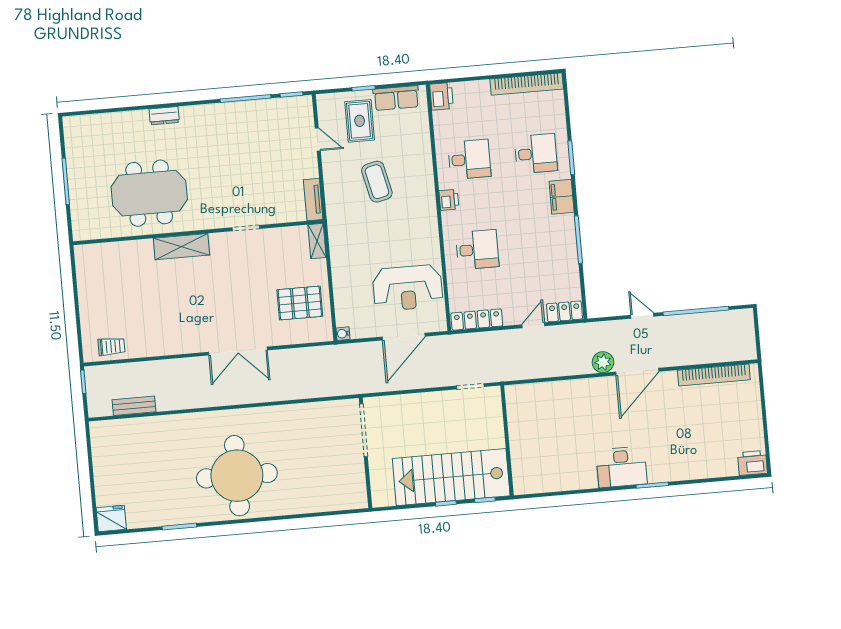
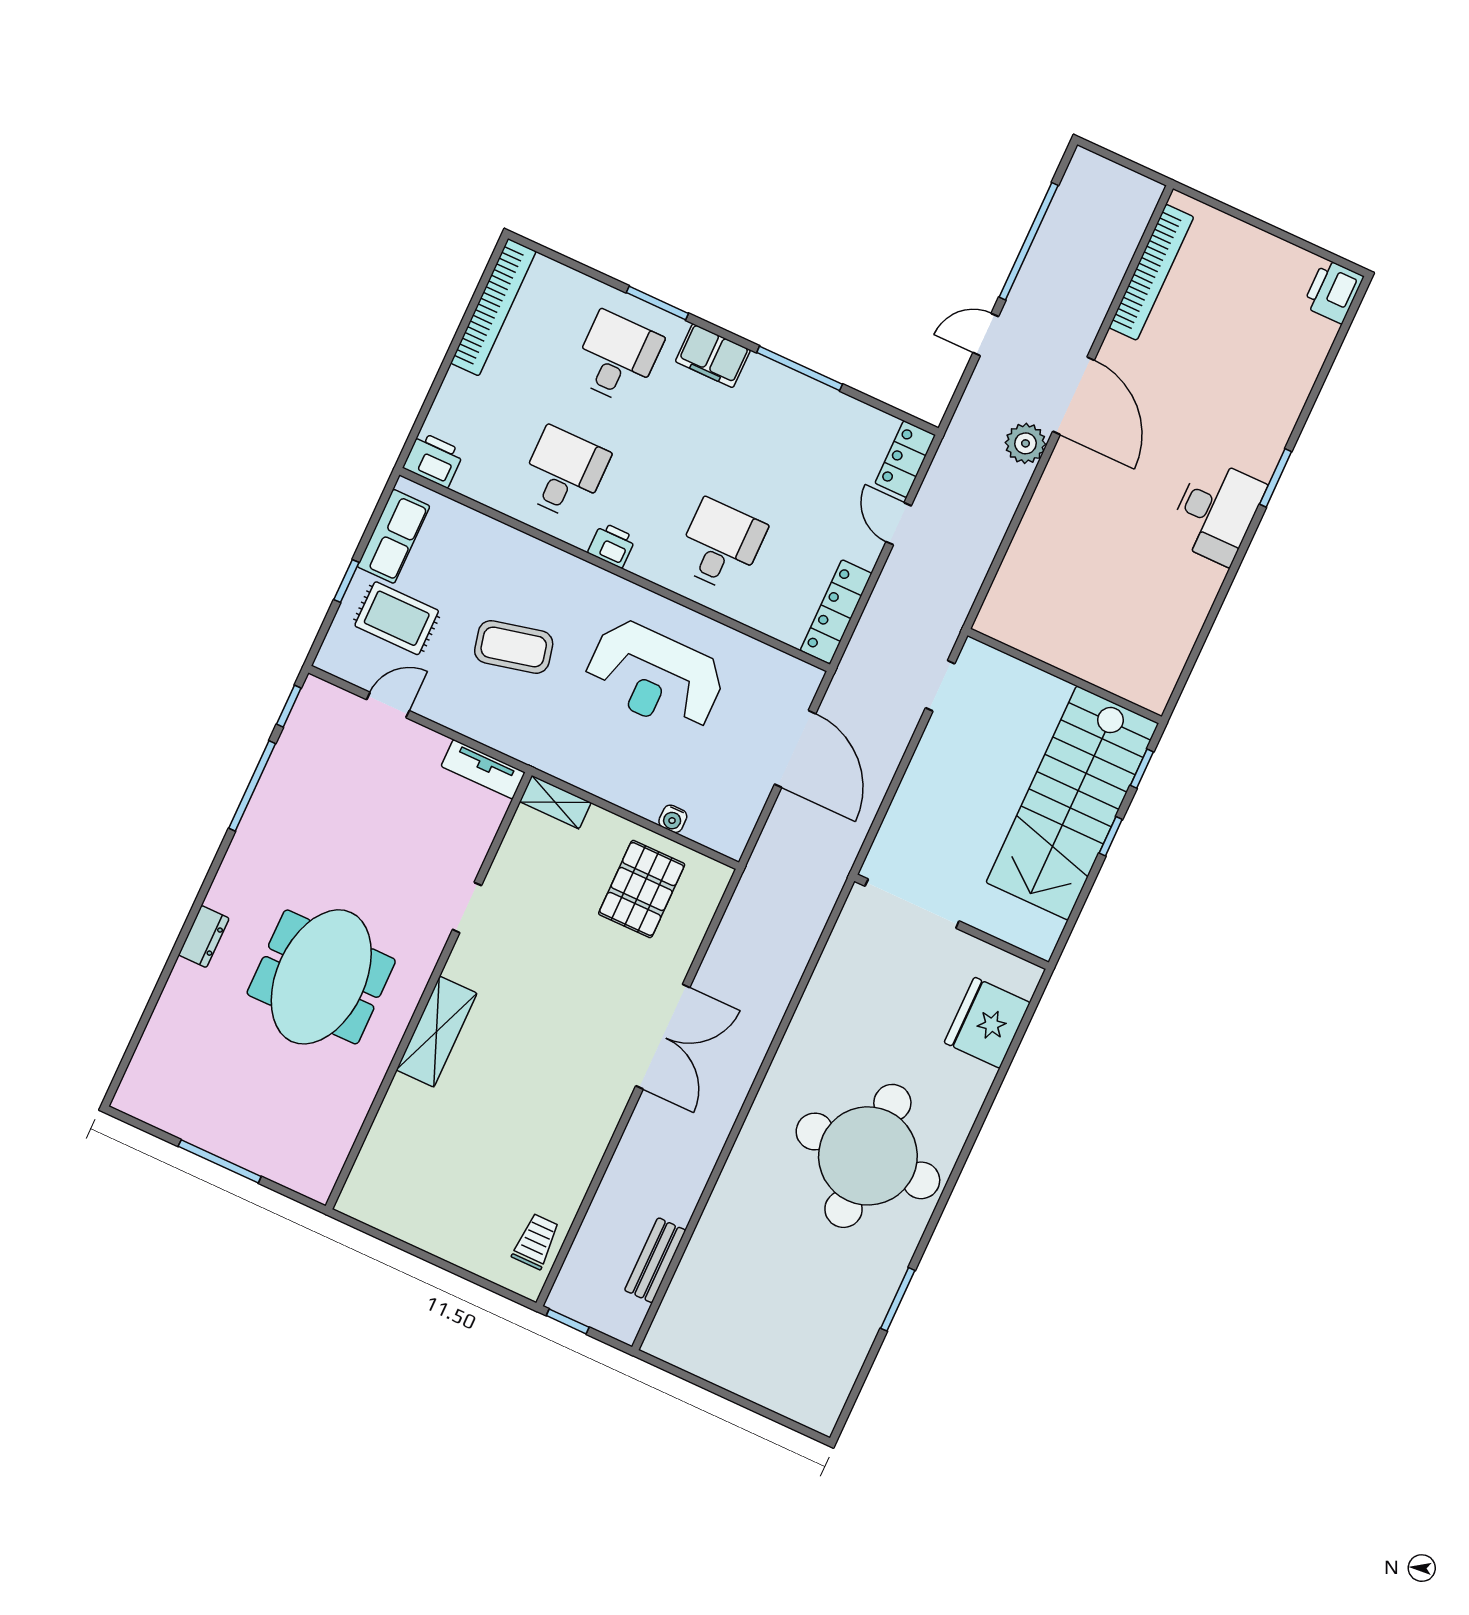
meeting table: (149, 193) -> (321, 977), moved
reception desk: (408, 288) -> (655, 677), moved, turned 90
water cooler: (343, 334) -> (673, 819), moved
fridge: (111, 519) -> (987, 1023), moved, width x1.36, depth x1.34

